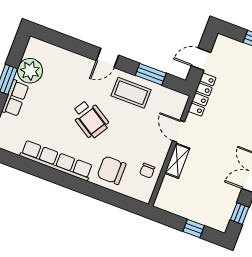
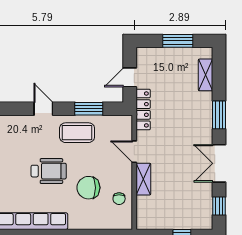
door: (108, 58) -> (43, 109), swing flipped
wheelchair: (90, 119) -> (49, 171), turned -32
chair: (112, 170) -> (88, 188), moved

